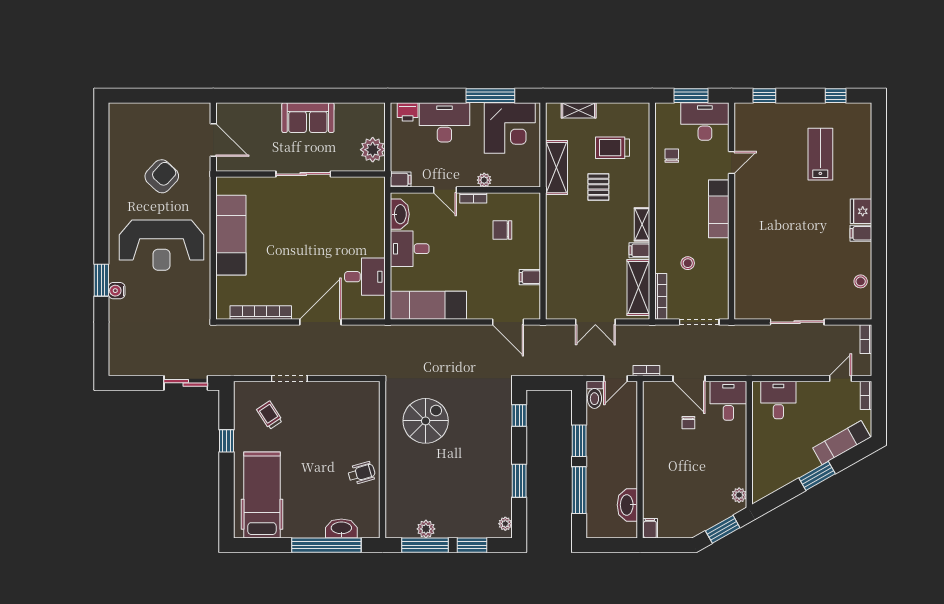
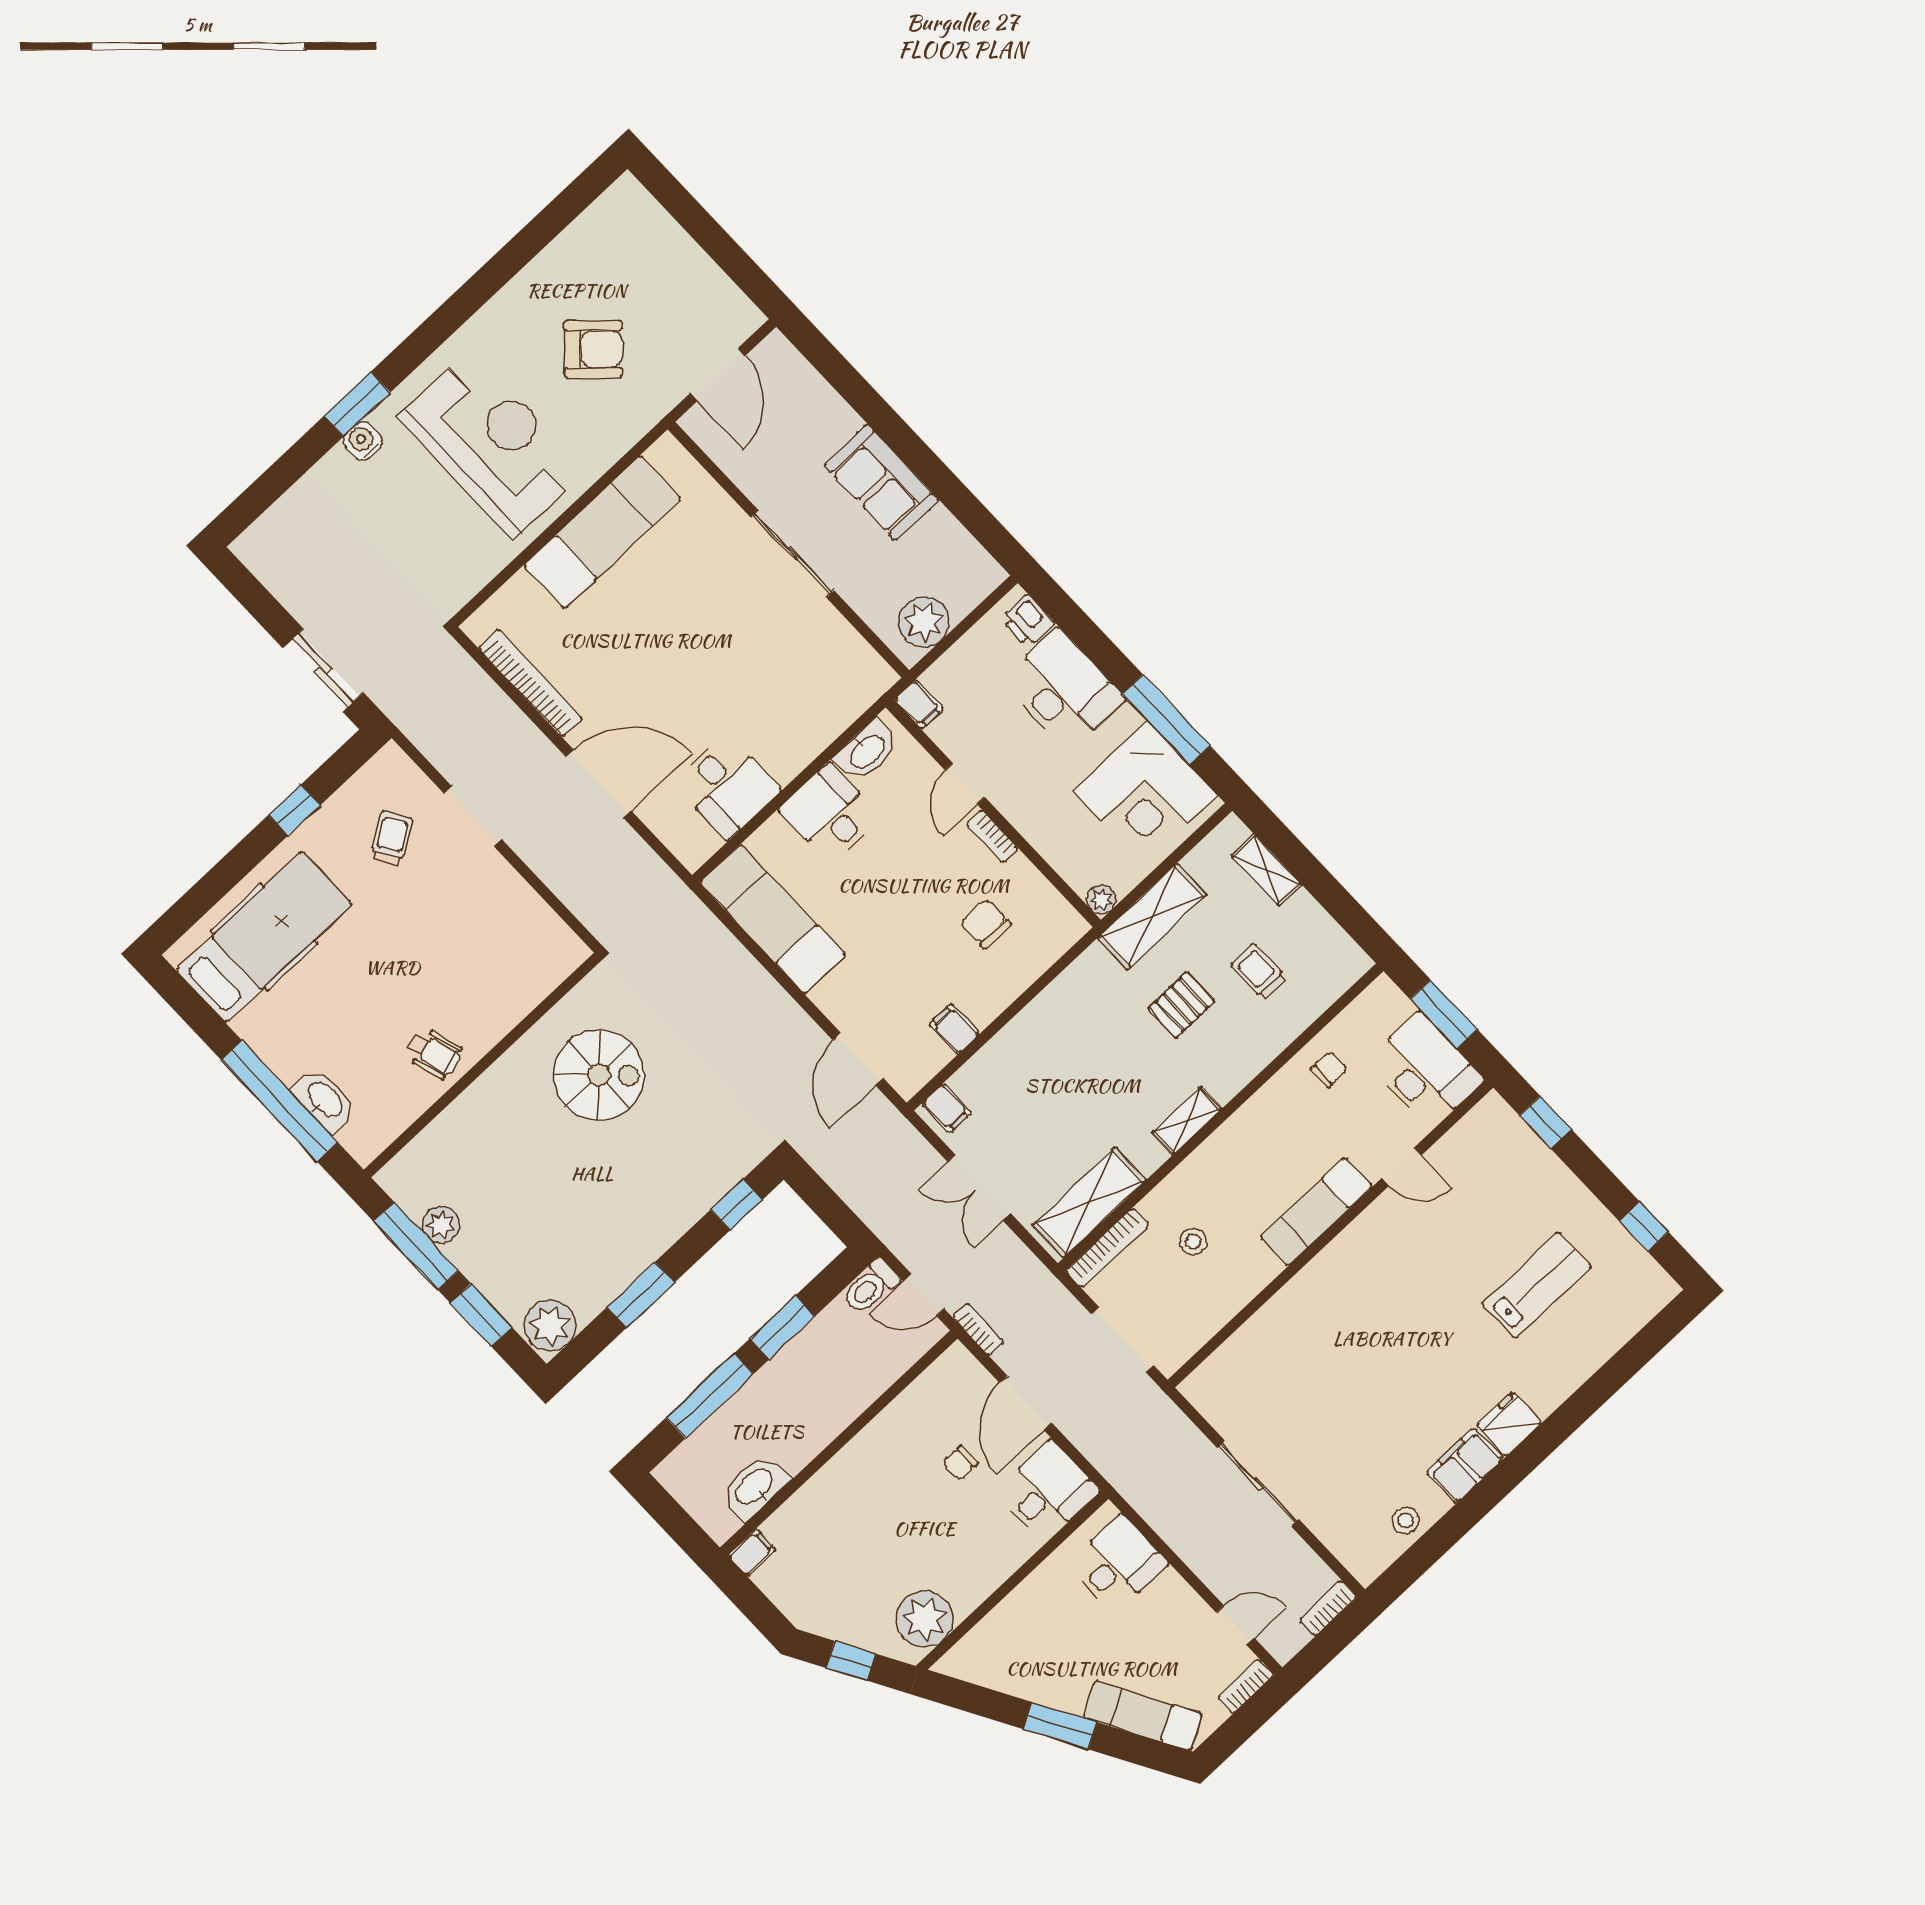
trolley: (612, 148) -> (1259, 971), width x0.73, depth x0.72
plant: (484, 180) -> (1101, 900), moved
filing cabinet: (861, 233) -> (1465, 1465), width x2.00
reception desk: (162, 245) -> (492, 444), turned 180
filing cabinet: (639, 250) -> (947, 1108), moved, turned 180
plant: (739, 495) -> (924, 1619), width x1.88, depth x1.88
plant: (505, 524) -> (550, 1325), width x1.88, depth x1.88
window: (723, 529) -> (851, 1661), width x0.67

